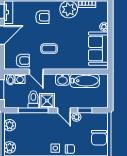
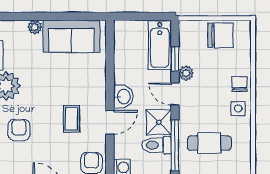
door: (36, 72) -> (110, 122), moved
bathtub: (85, 81) -> (160, 45), moved, turned 180
door: (64, 110) -> (175, 94), swing flipped
cafe table: (35, 131) -> (209, 143), added

